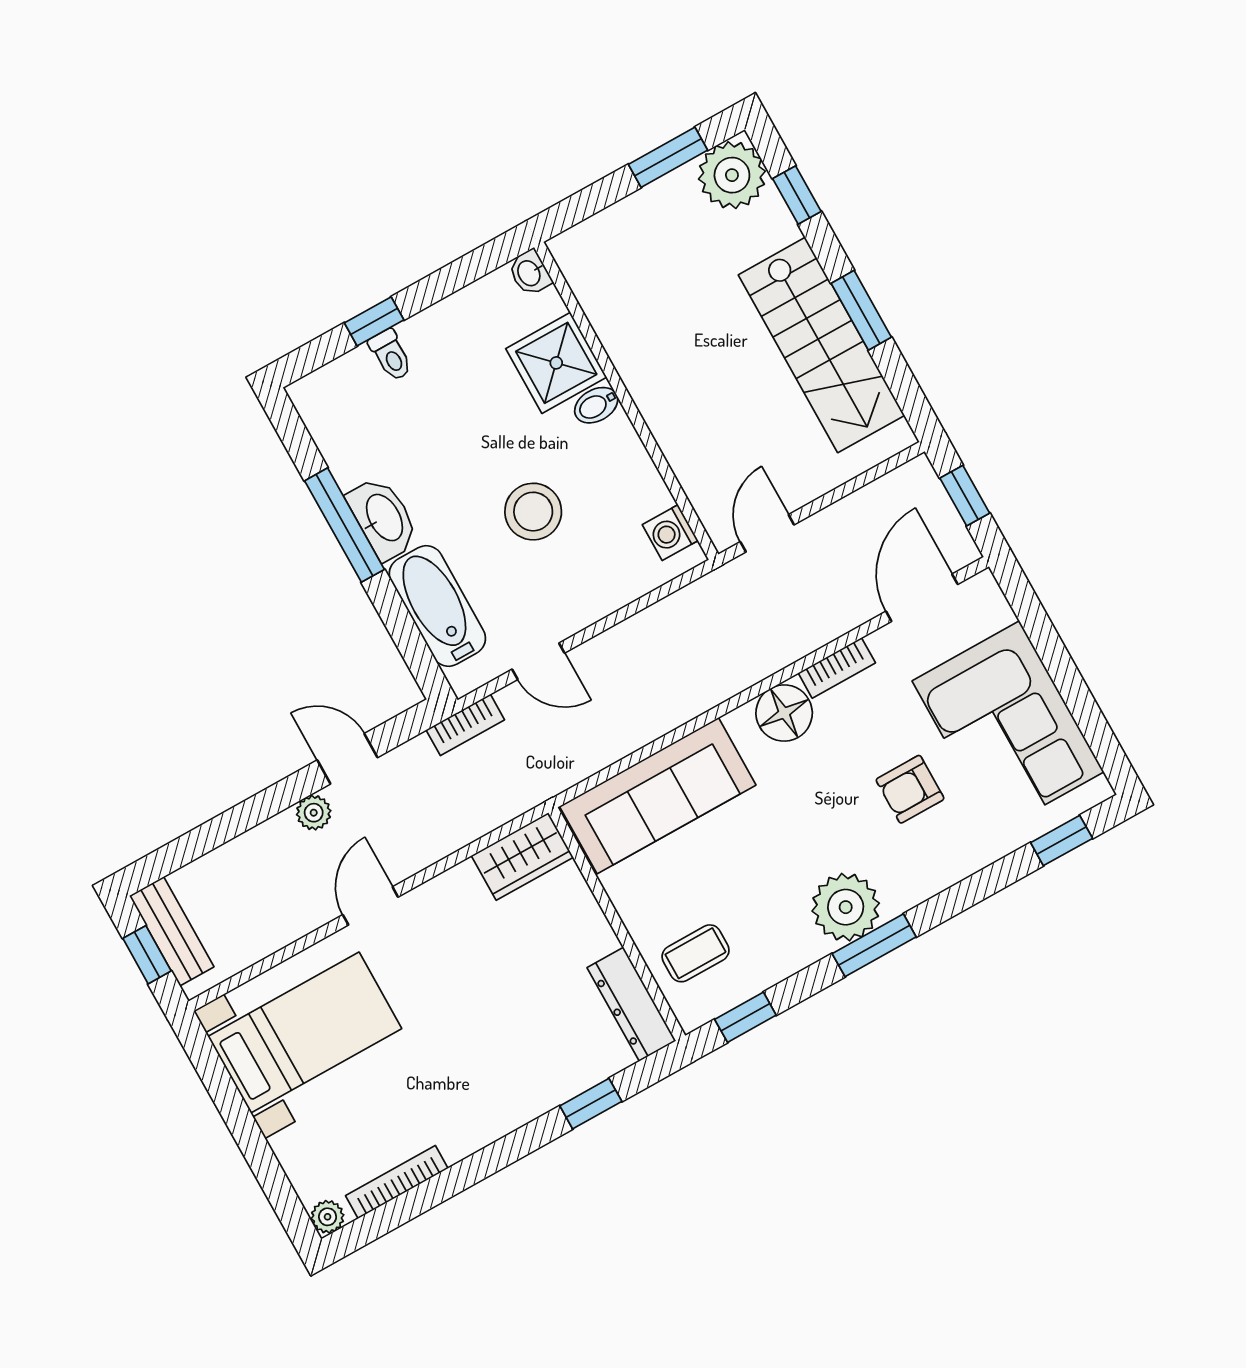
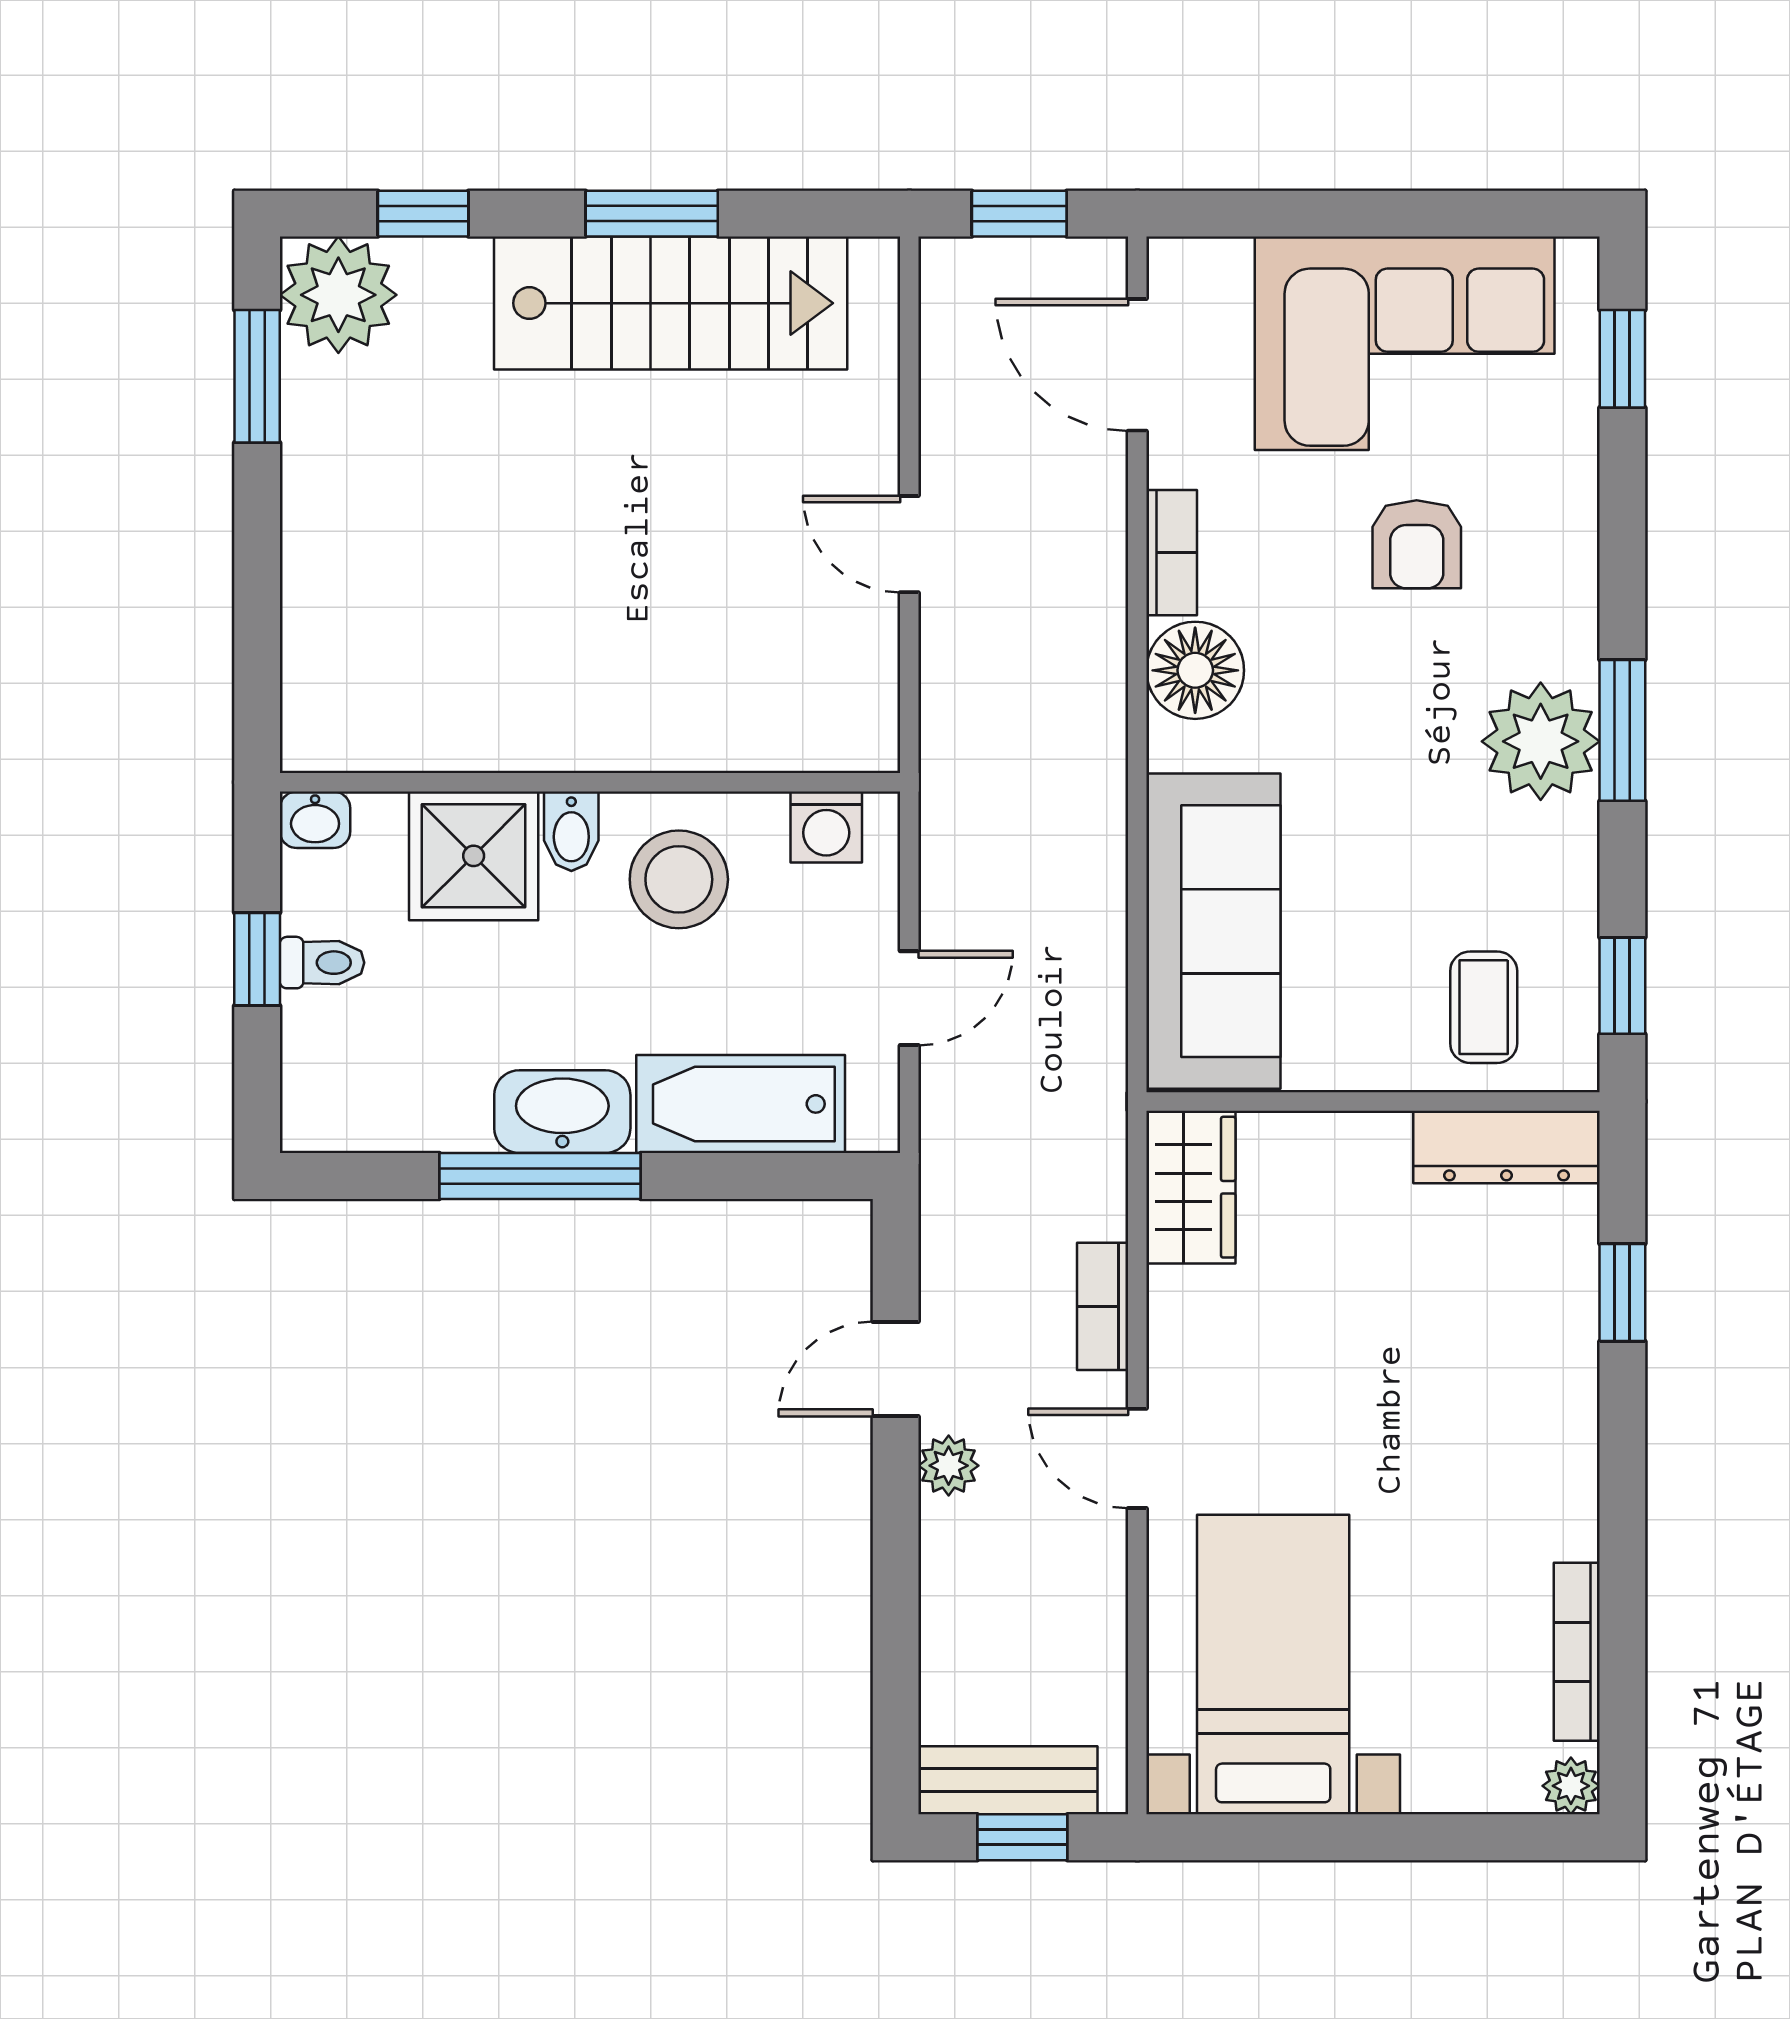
washbasin: (530, 273) -> (315, 820), moved
shower: (556, 363) -> (474, 856), moved
wall: (626, 401) -> (590, 782), moved
bidet: (596, 405) -> (571, 831), moved
washing machine: (670, 533) -> (826, 827), moved
bookcase: (465, 725) -> (1103, 1306), moved, turned 180

